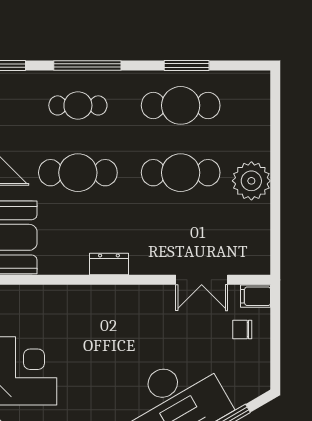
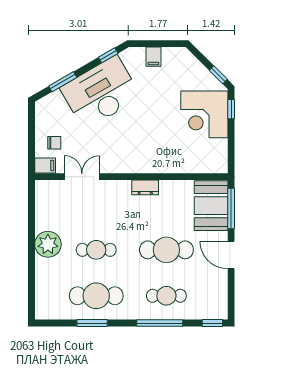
cafe table: (181, 173) -> (96, 250), width x0.73, depth x0.74

